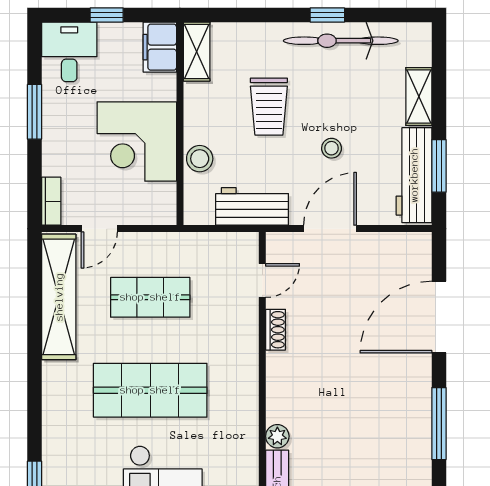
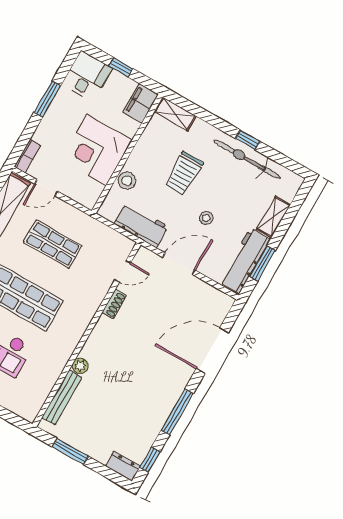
shelving: (197, 52) -> (175, 114), moved, turned 90

